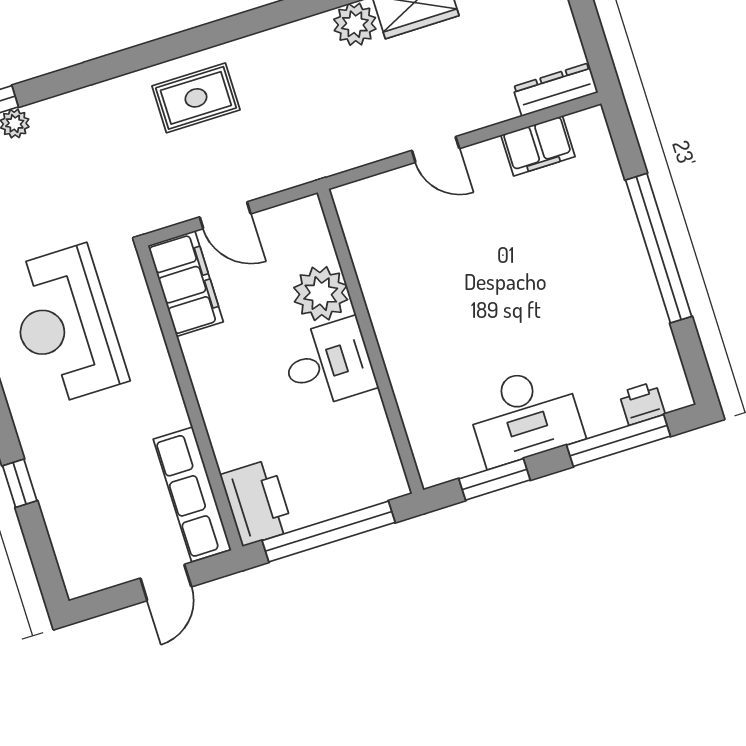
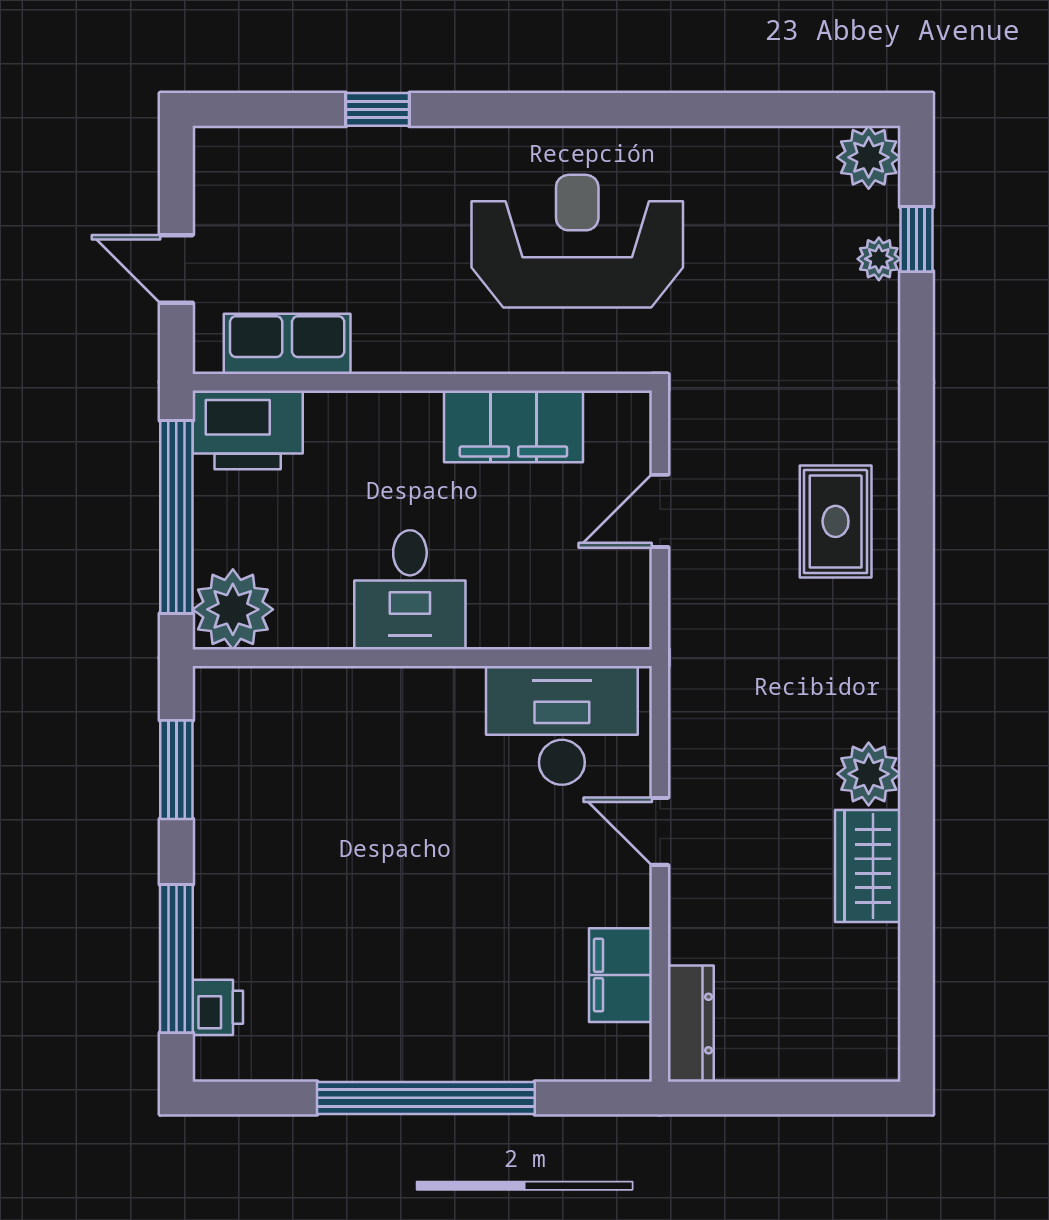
door: (436, 149) -> (660, 831), hinge flipped
filing cabinet: (186, 284) -> (513, 426), moved
plant: (321, 294) -> (233, 609), moved
desk: (525, 415) -> (562, 725), moved, turned 90
row of seats: (192, 494) -> (287, 344), width x0.68

